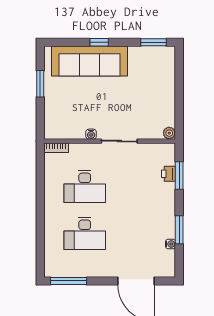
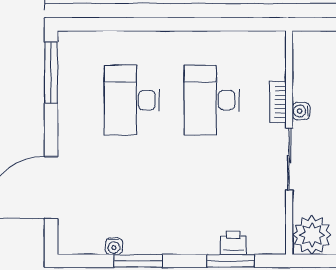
plant: (169, 133) -> (312, 235), width x1.88, depth x1.88
bookcase: (56, 148) -> (278, 102), moved

